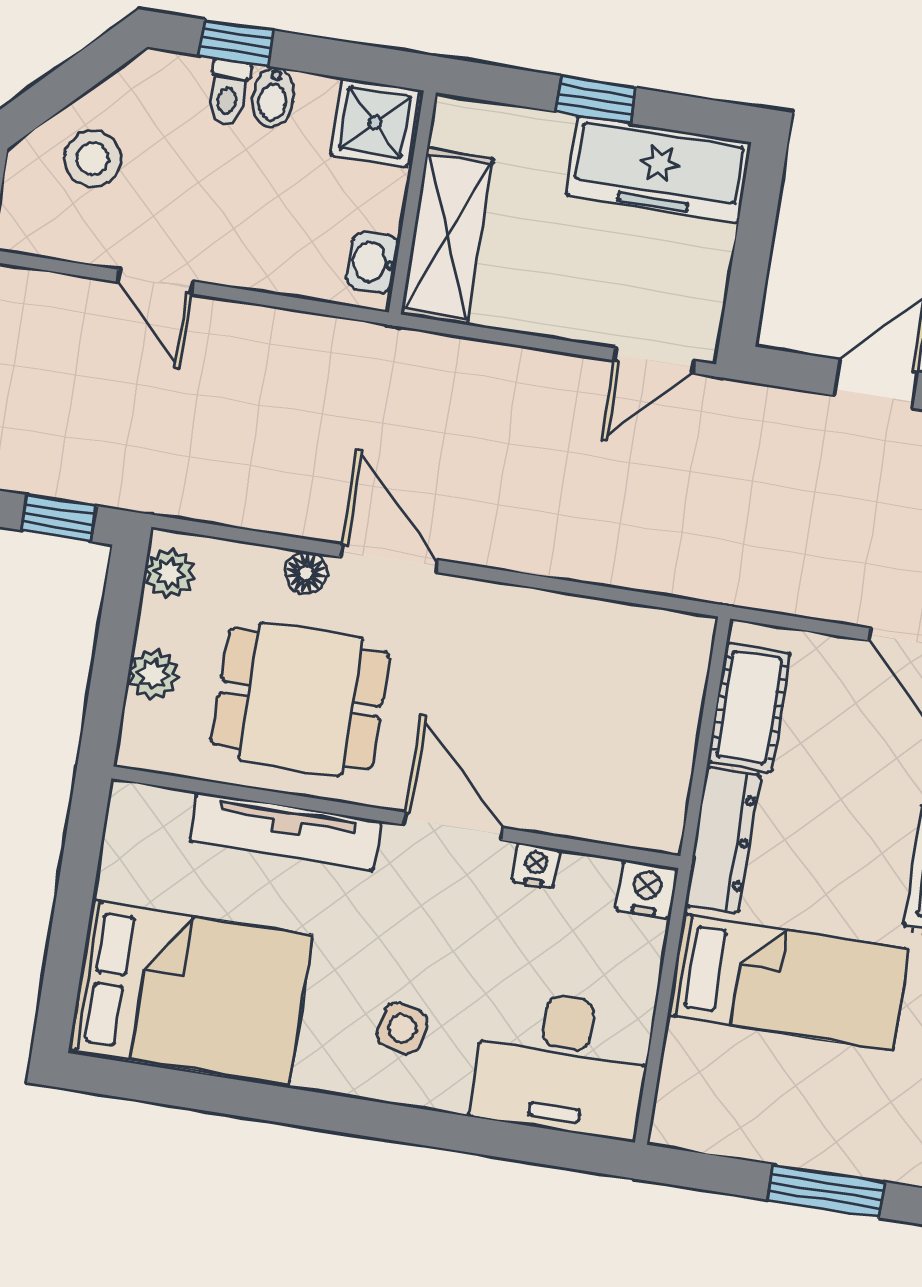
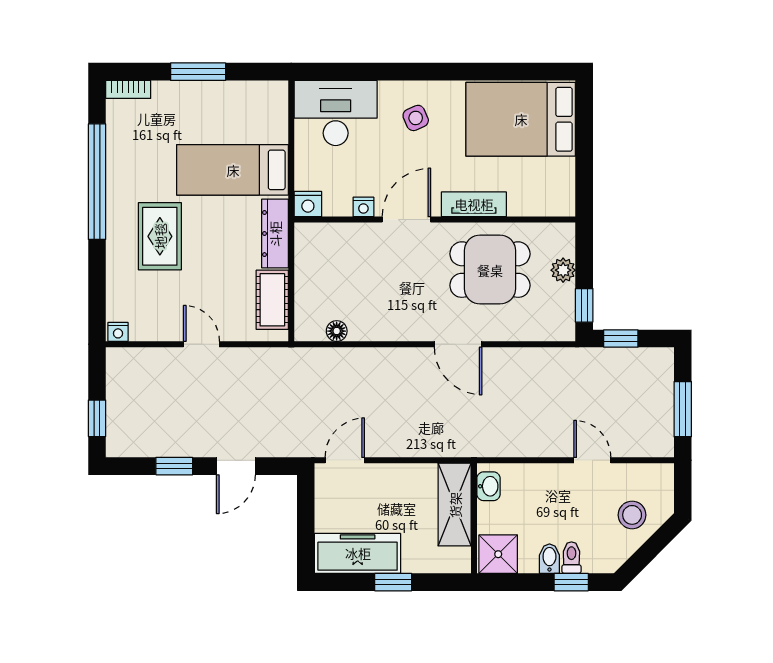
plant: (169, 573) -> (563, 320), removed
floor lamp: (306, 573) -> (337, 331), moved
window: (122, 597) -> (584, 305), added
door: (453, 826) -> (406, 220), swing flipped
tv unit: (286, 831) -> (474, 204), width x0.71
side table: (402, 1028) -> (416, 118), turned -36

